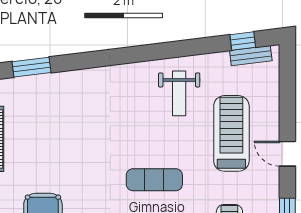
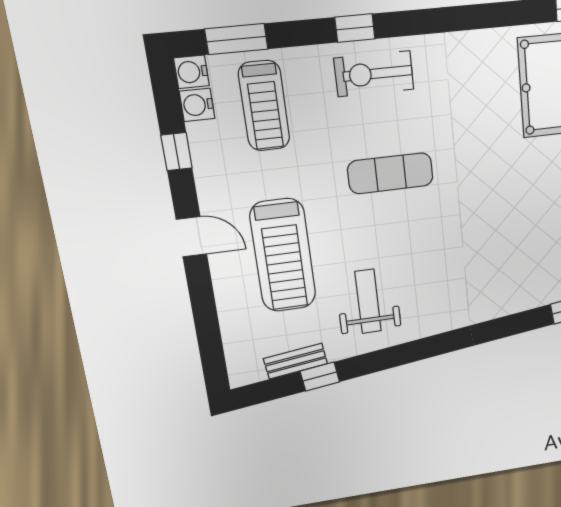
window: (243, 41) -> (320, 376), moved
bench: (251, 56) -> (296, 361), moved

